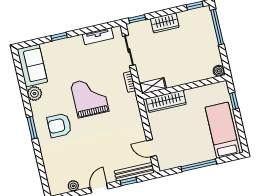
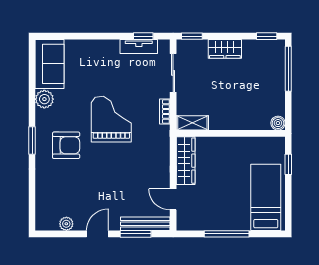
window: (59, 37) -> (143, 36), moved
wardrobe: (166, 101) -> (186, 161), moved, turned -90
armchair: (59, 125) -> (66, 145), turned 180
window: (129, 181) -> (136, 234), width x1.50

